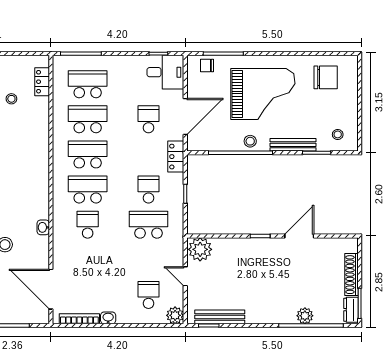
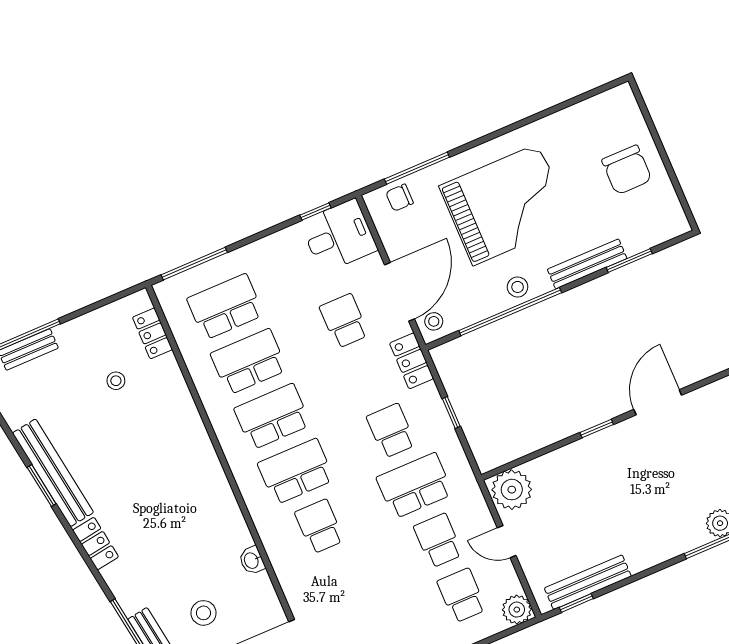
chair: (326, 77) -> (627, 170), moved, turned 90
stool: (338, 134) -> (434, 321), moved
school desk: (149, 260) -> (438, 541), added

